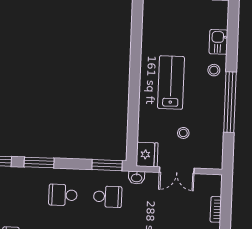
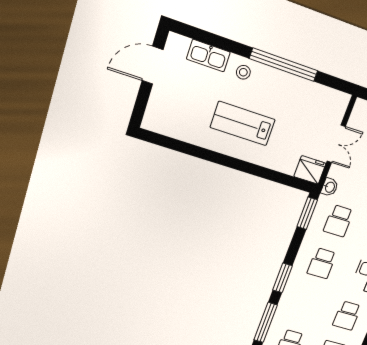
kitchen sink: (218, 42) -> (208, 56), width x1.38
stool: (183, 133) -> (300, 126), removed
school desk: (108, 197) -> (338, 221), turned 180

